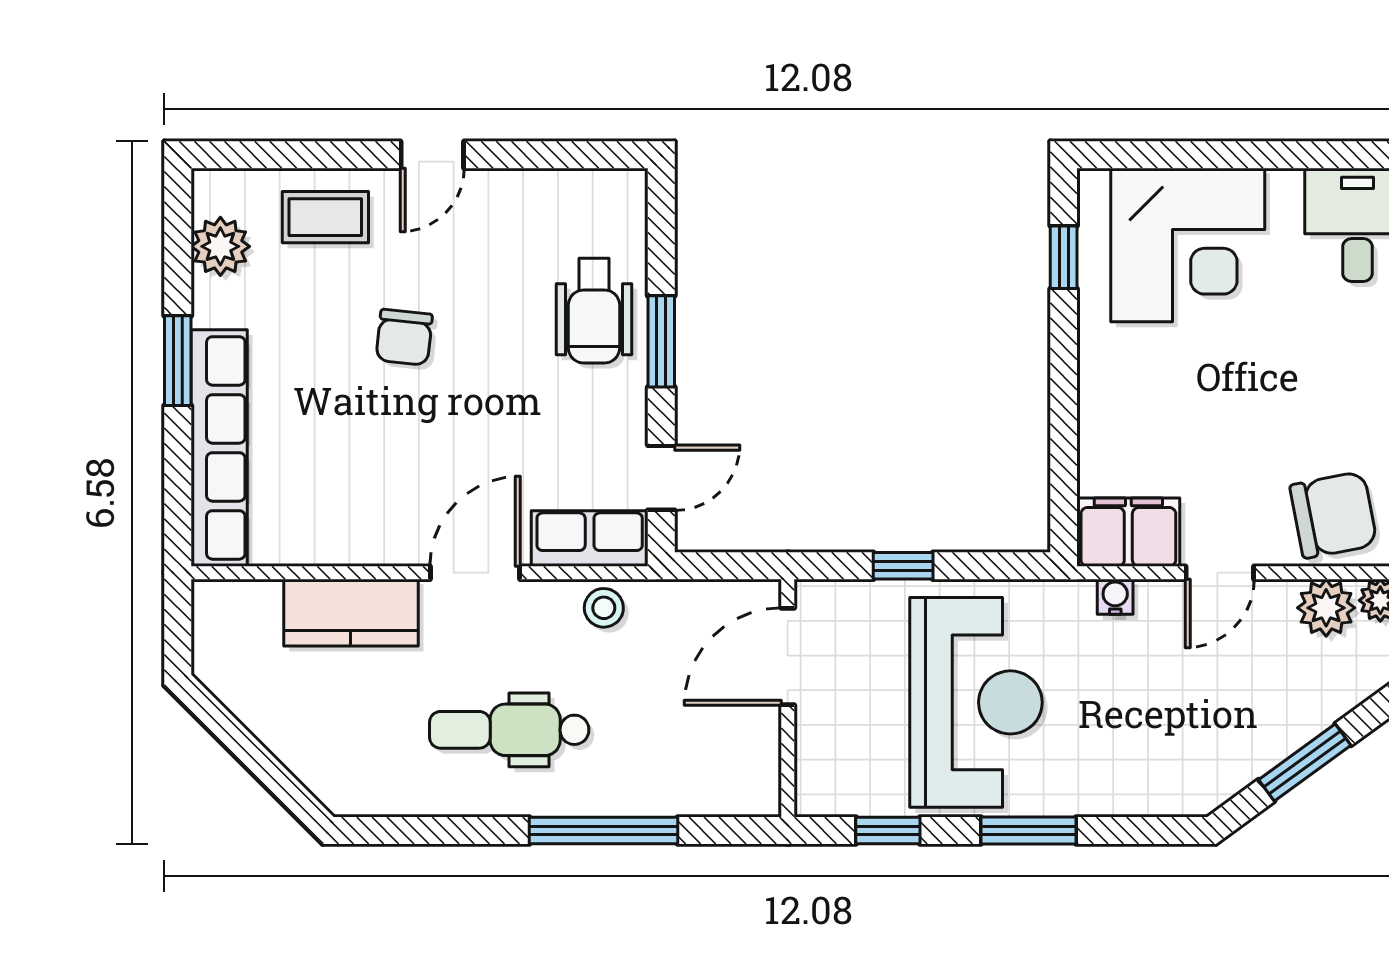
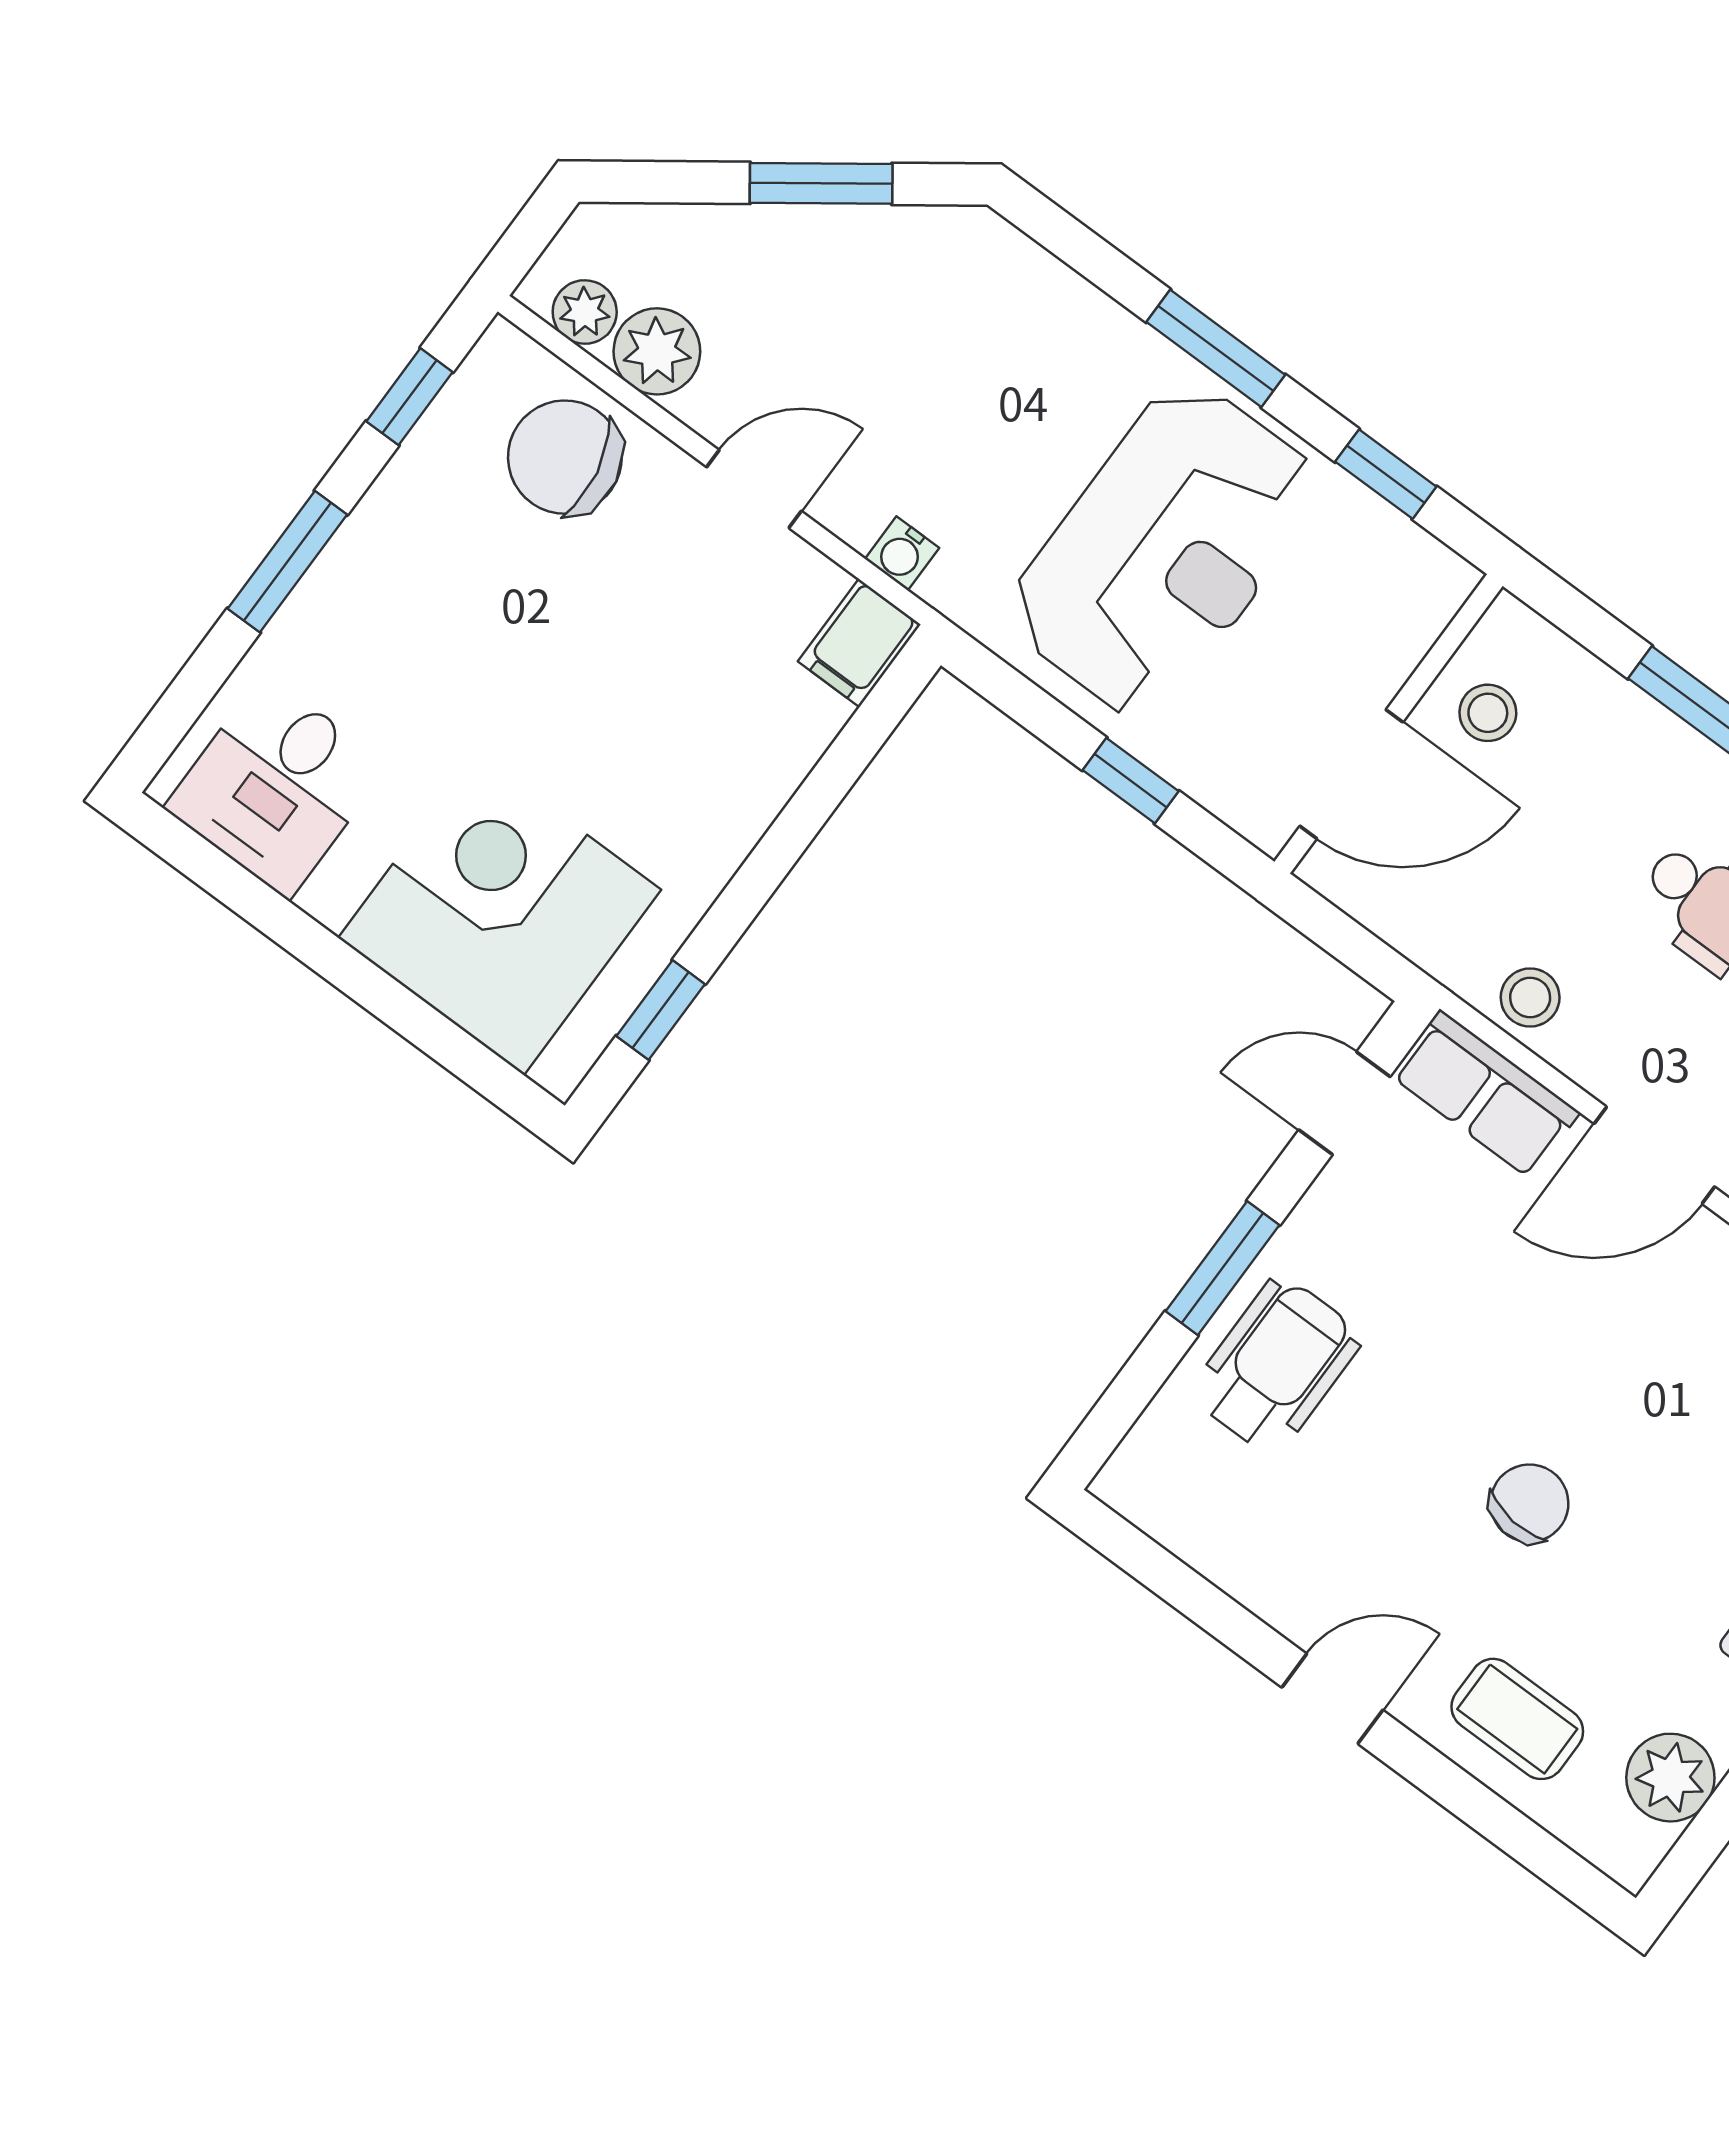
filing cabinet: (1128, 532) -> (859, 643), width x0.50
reception desk: (976, 702) -> (1165, 550), turned 180
stool: (739, 743) -> (1488, 713), added

